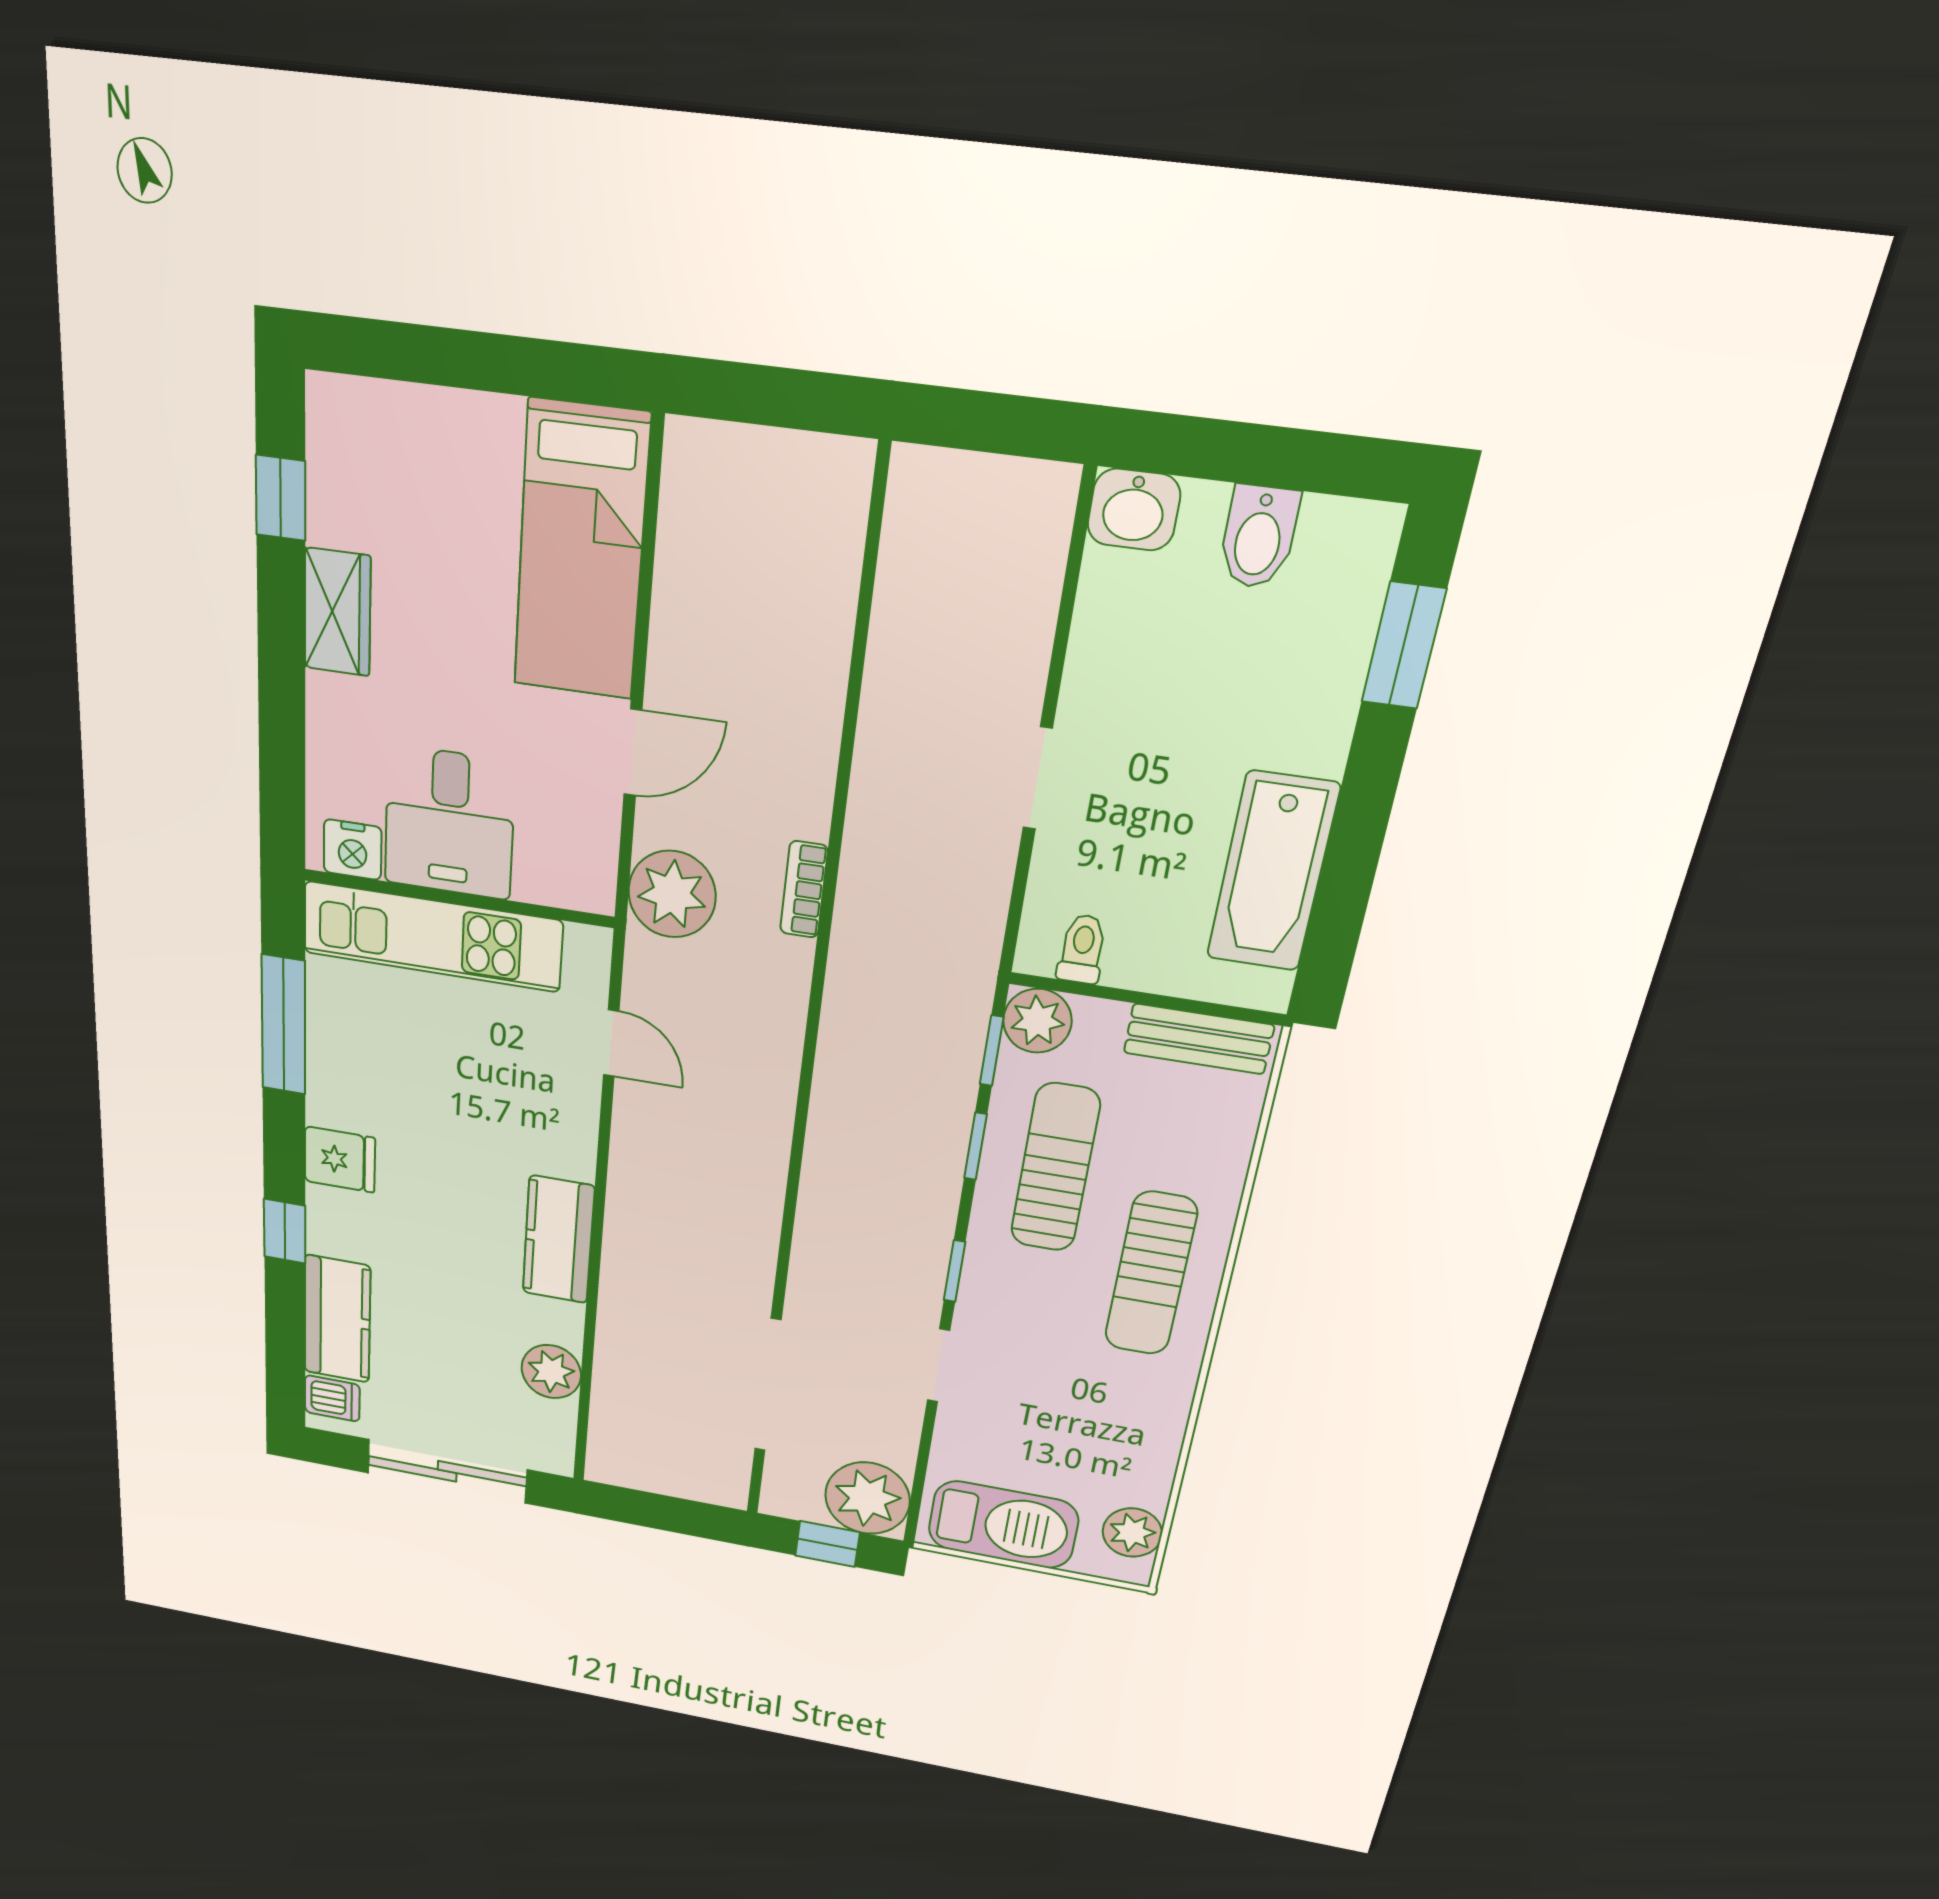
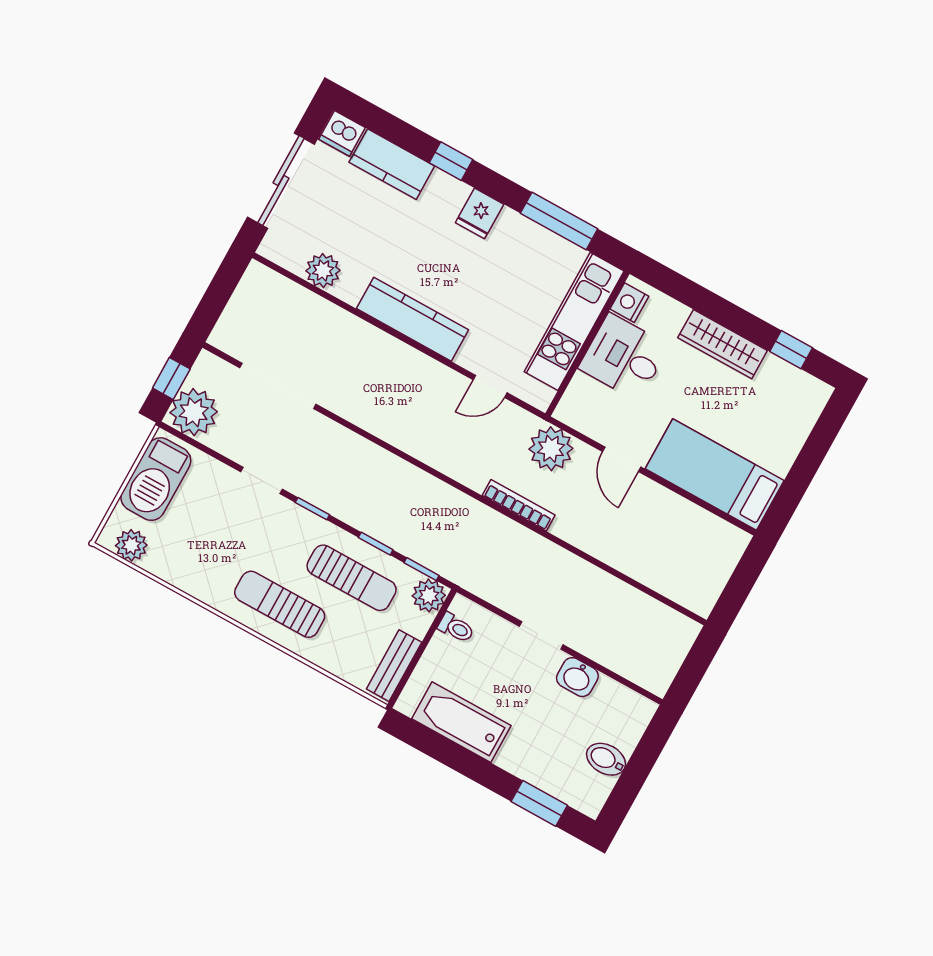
washbasin: (1134, 510) -> (577, 677), moved, turned -90
wardrobe: (337, 612) -> (723, 344), width x1.50
bookcase: (804, 890) -> (519, 505), width x1.56
kitchen counter: (558, 1240) -> (412, 319), width x1.50
dishwasher: (332, 1398) -> (342, 133), width x1.38

